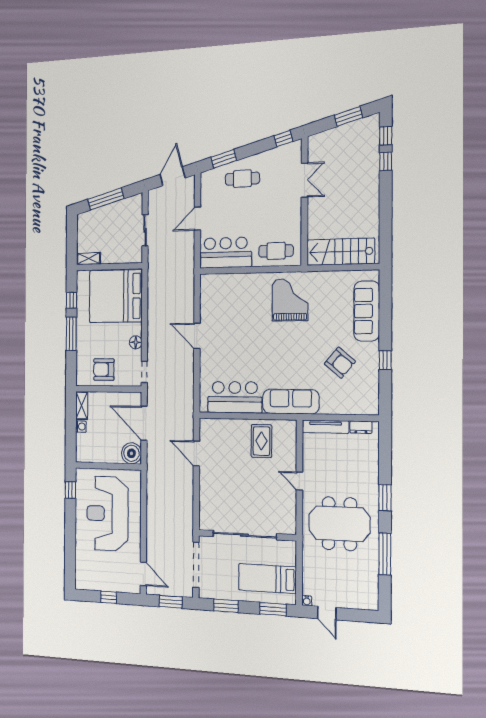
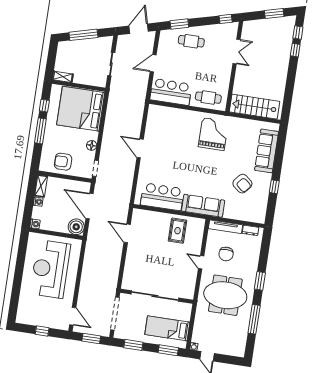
washing machine: (81, 456) -> (35, 224), added
chair: (332, 465) -> (226, 254), added
window: (70, 490) -> (22, 248), removed

